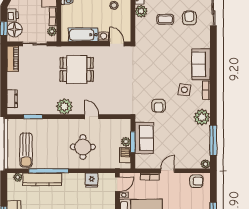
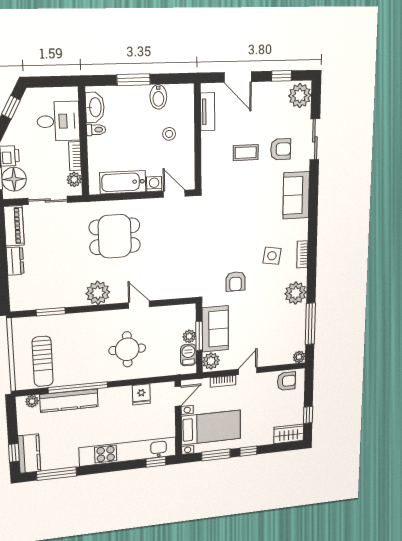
plant: (141, 11) -> (211, 361), moved
armchair: (189, 18) -> (281, 149), turned 90
sofa: (201, 64) -> (296, 195), moved
dresser: (12, 99) -> (15, 261), moved

